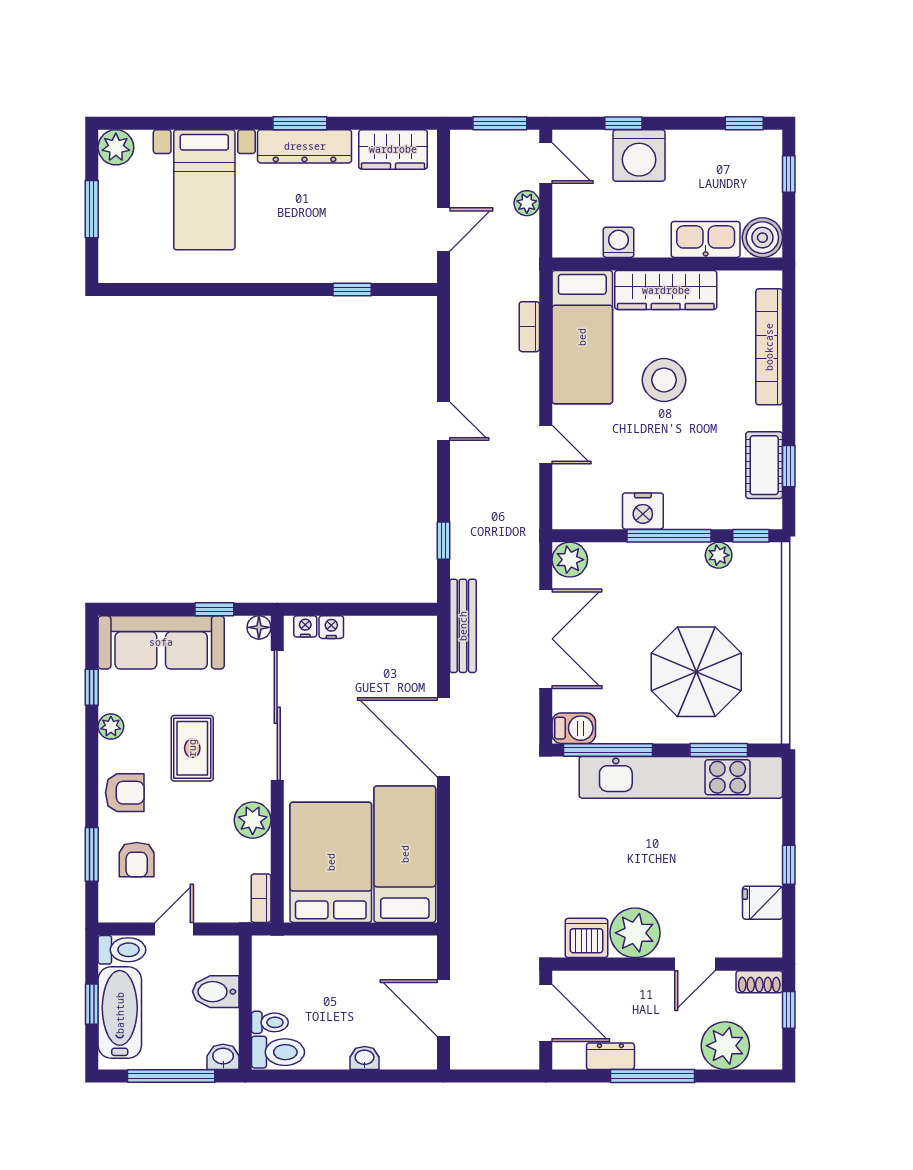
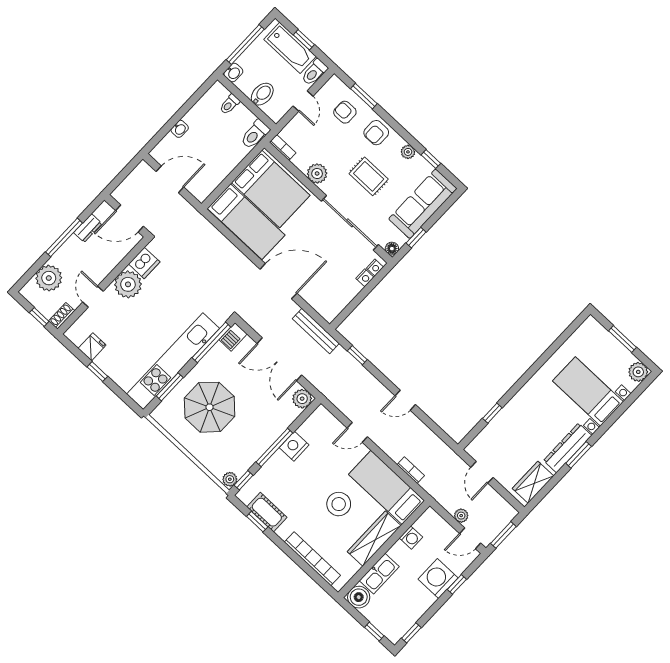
plant: (719, 555) -> (230, 479), moved
toilet: (278, 1052) -> (255, 134), moved

